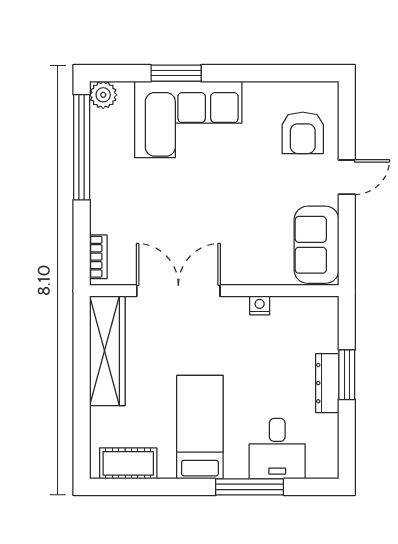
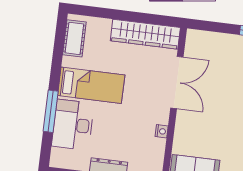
bookcase: (98, 257) -> (204, 36), removed
desk: (277, 449) -> (73, 125), width x1.37

